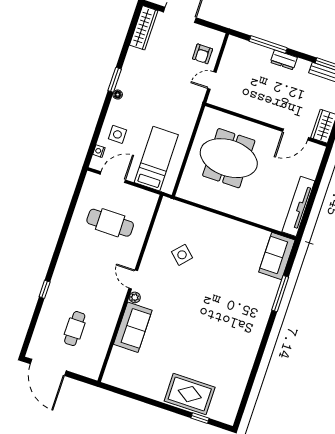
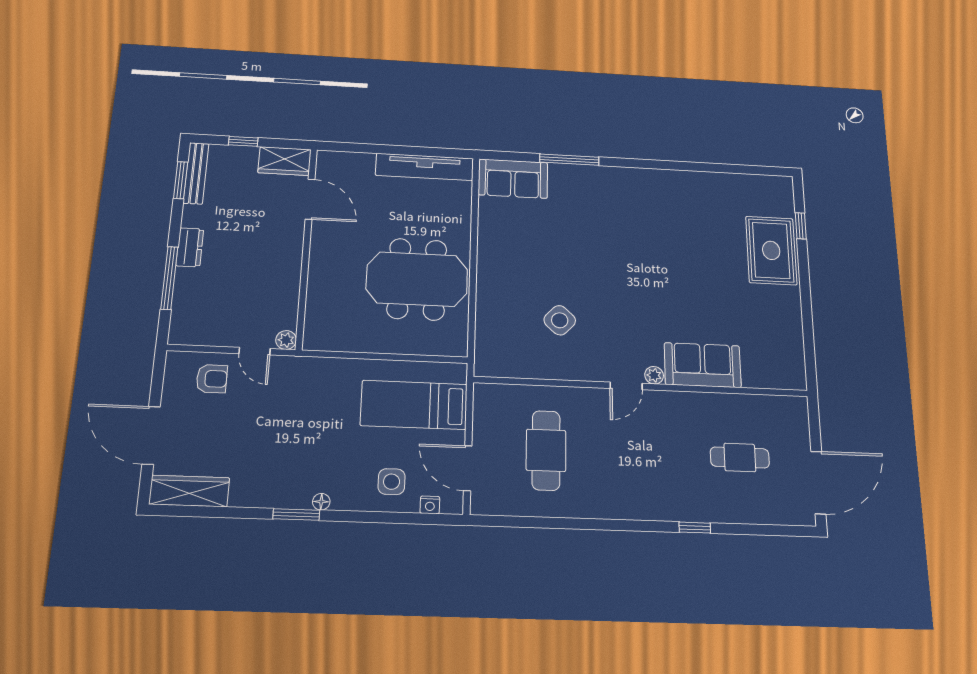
plant: (213, 99) -> (286, 340), added
meeting table: (229, 158) -> (417, 279), moved, turned 90

